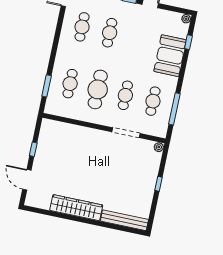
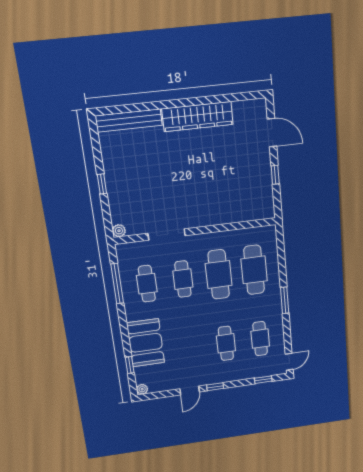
cafe table: (70, 84) -> (254, 270), width x1.37, depth x1.35
window: (47, 86) -> (285, 300), moved

